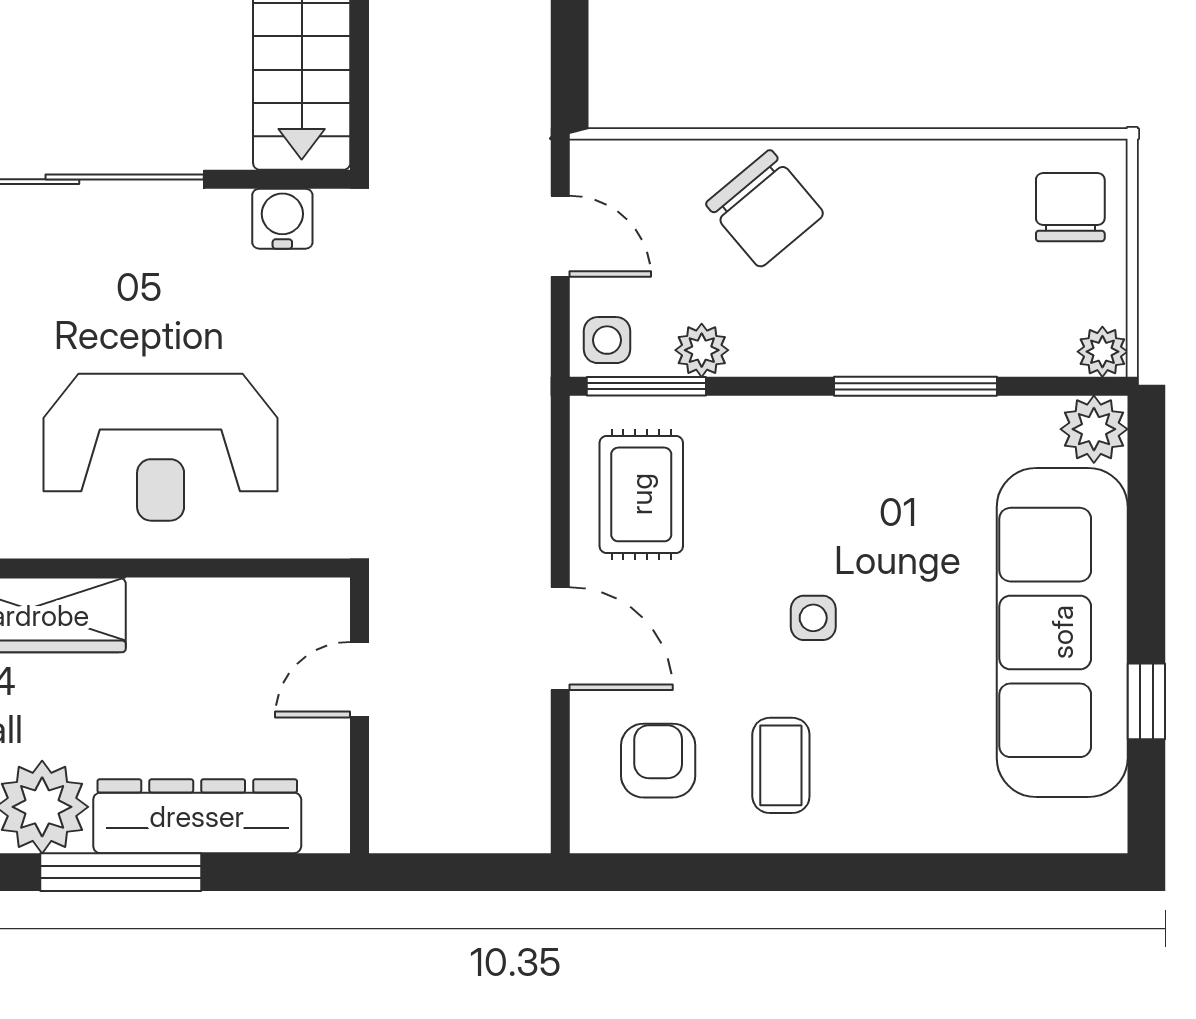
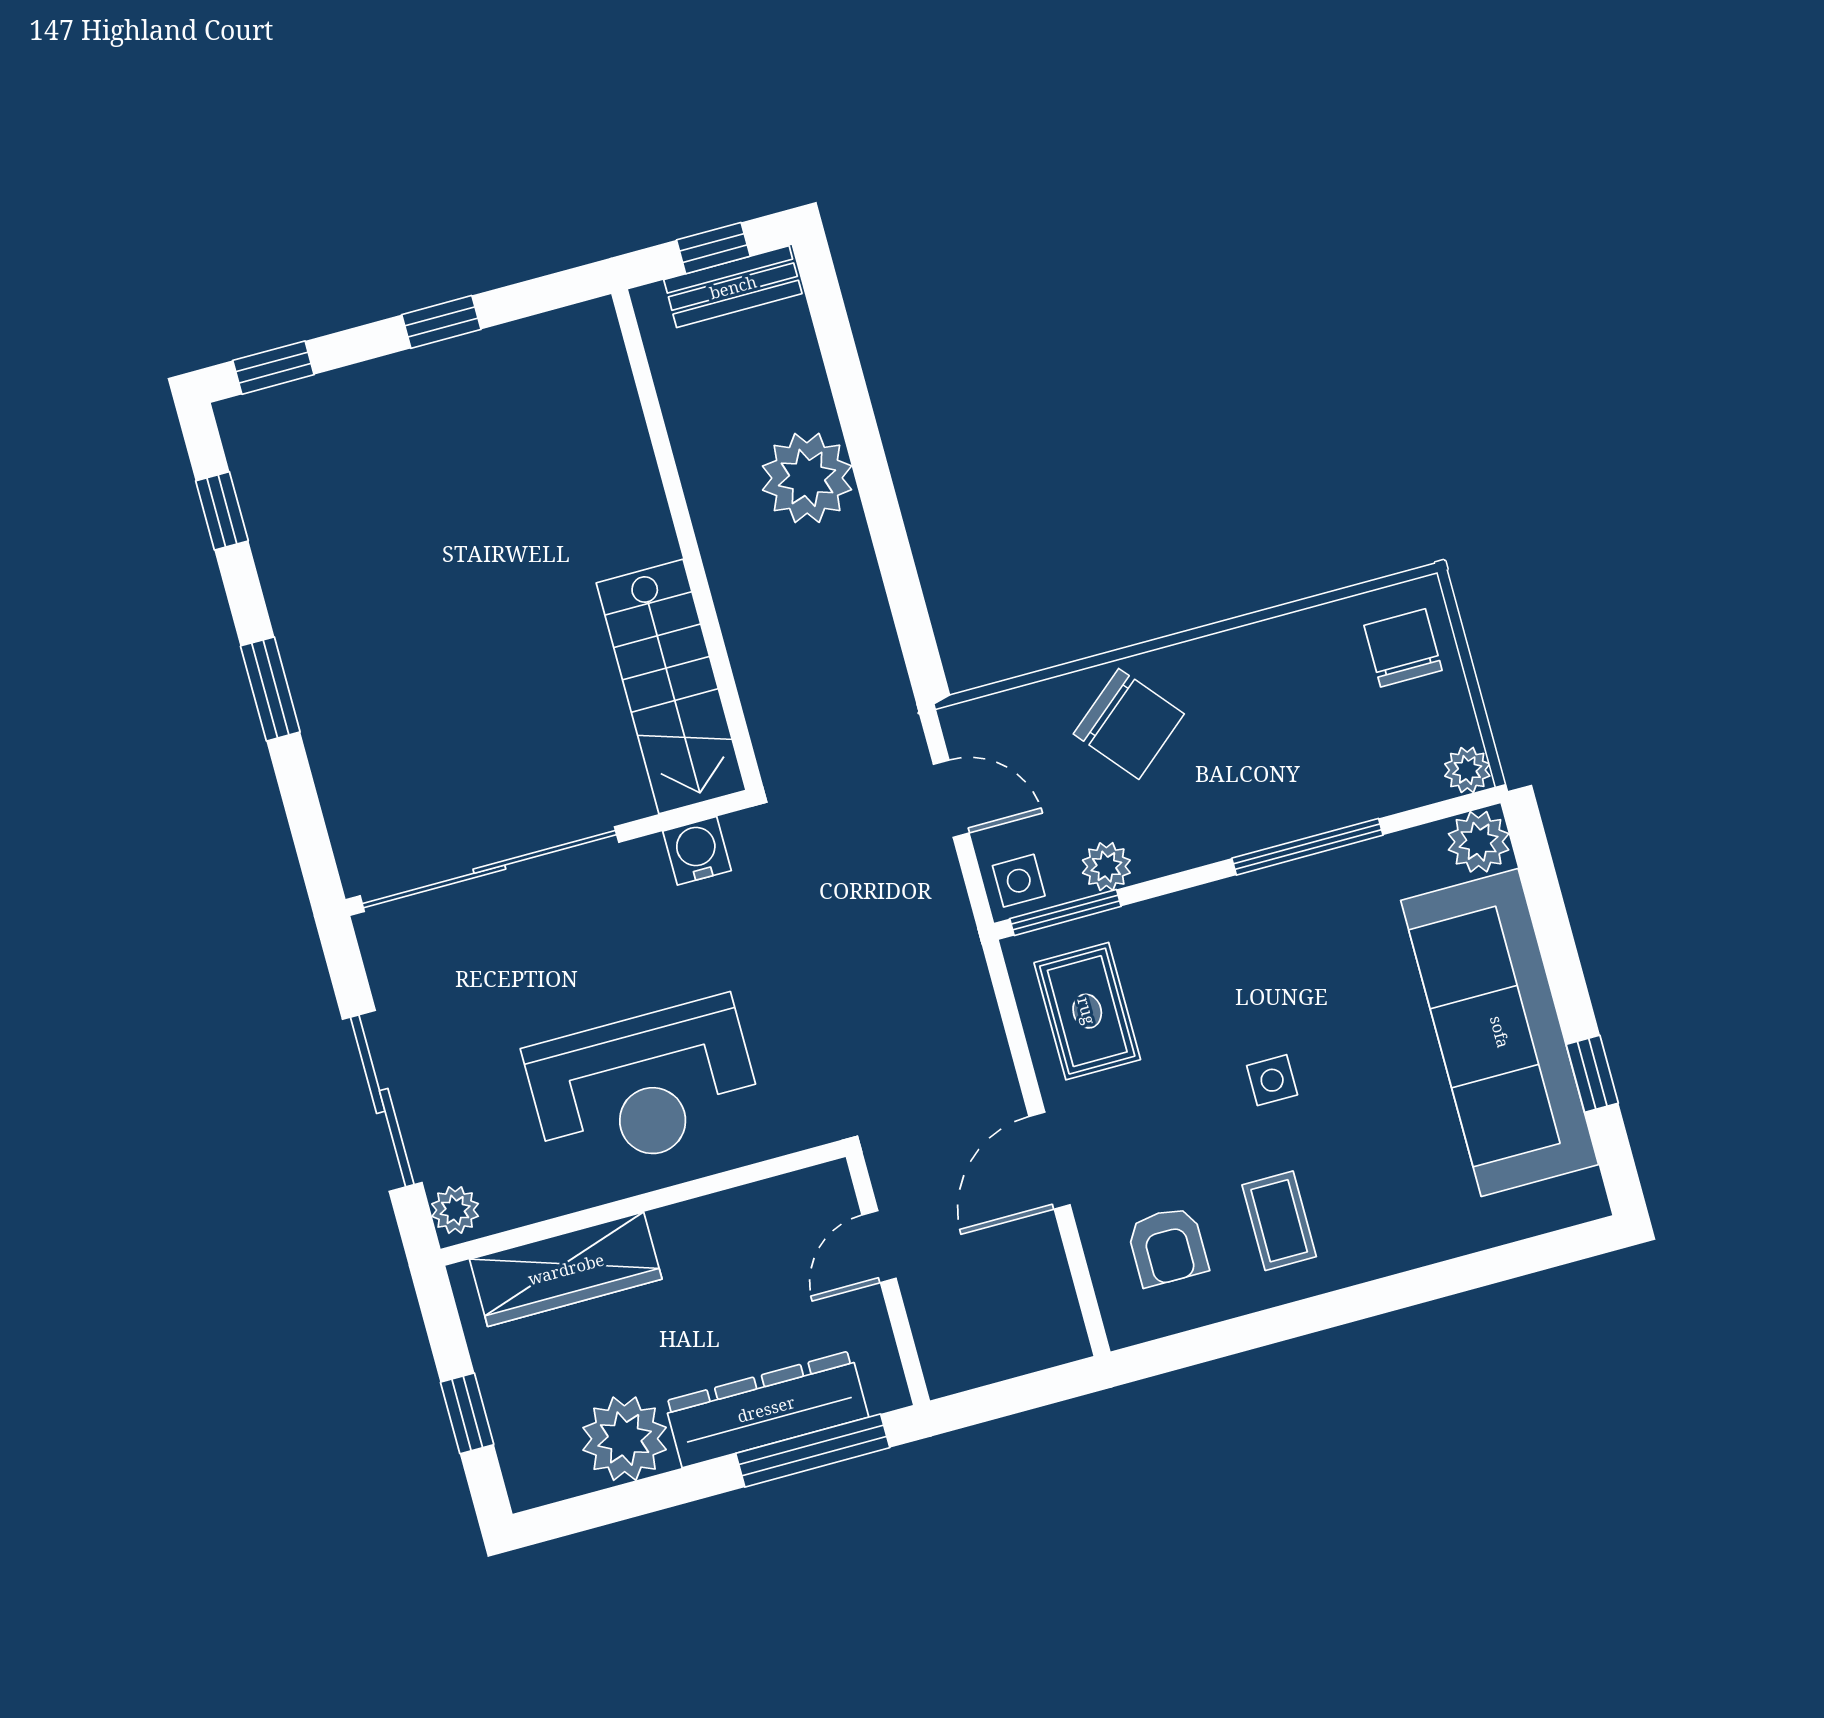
door: (560, 639) -> (1050, 1161), swing flipped
armchair: (658, 761) -> (1167, 1246), turned 180
window: (121, 872) -> (813, 1451), moved

